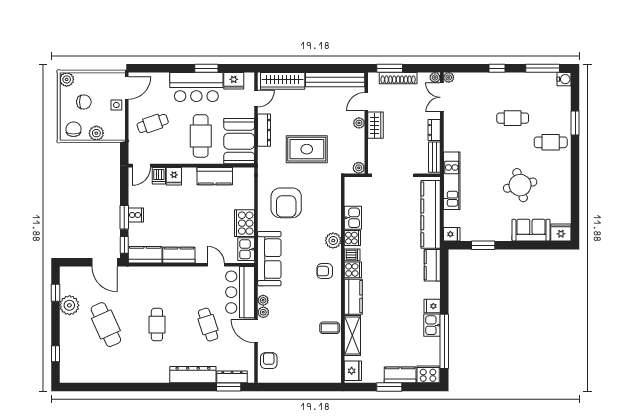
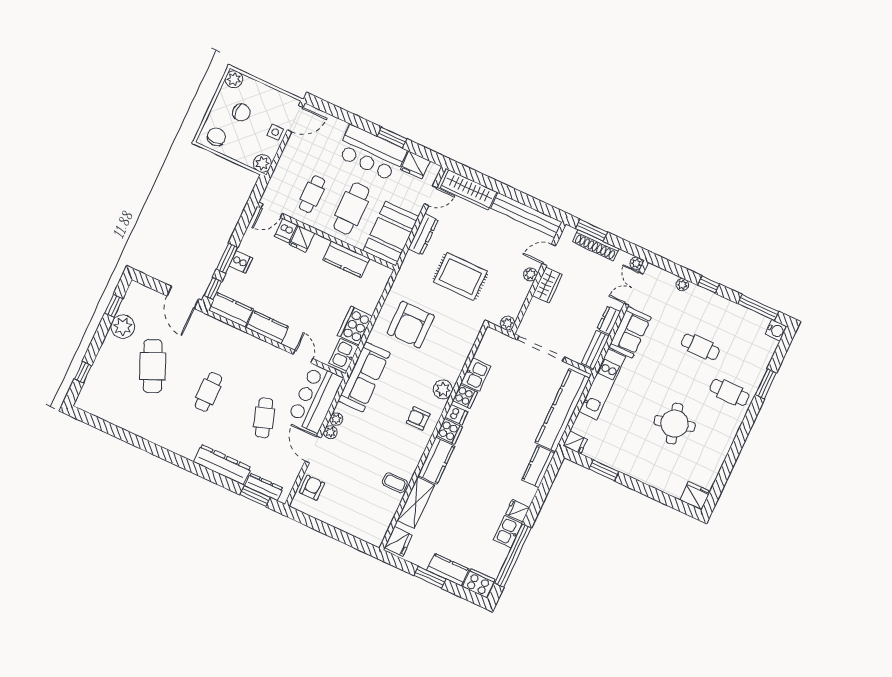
plant: (449, 77) -> (682, 285), moved
cafe table: (153, 123) -> (312, 194), moved, turned -71
plant: (96, 133) -> (262, 163), moved
sofa: (531, 230) -> (630, 332), moved, turned 90

